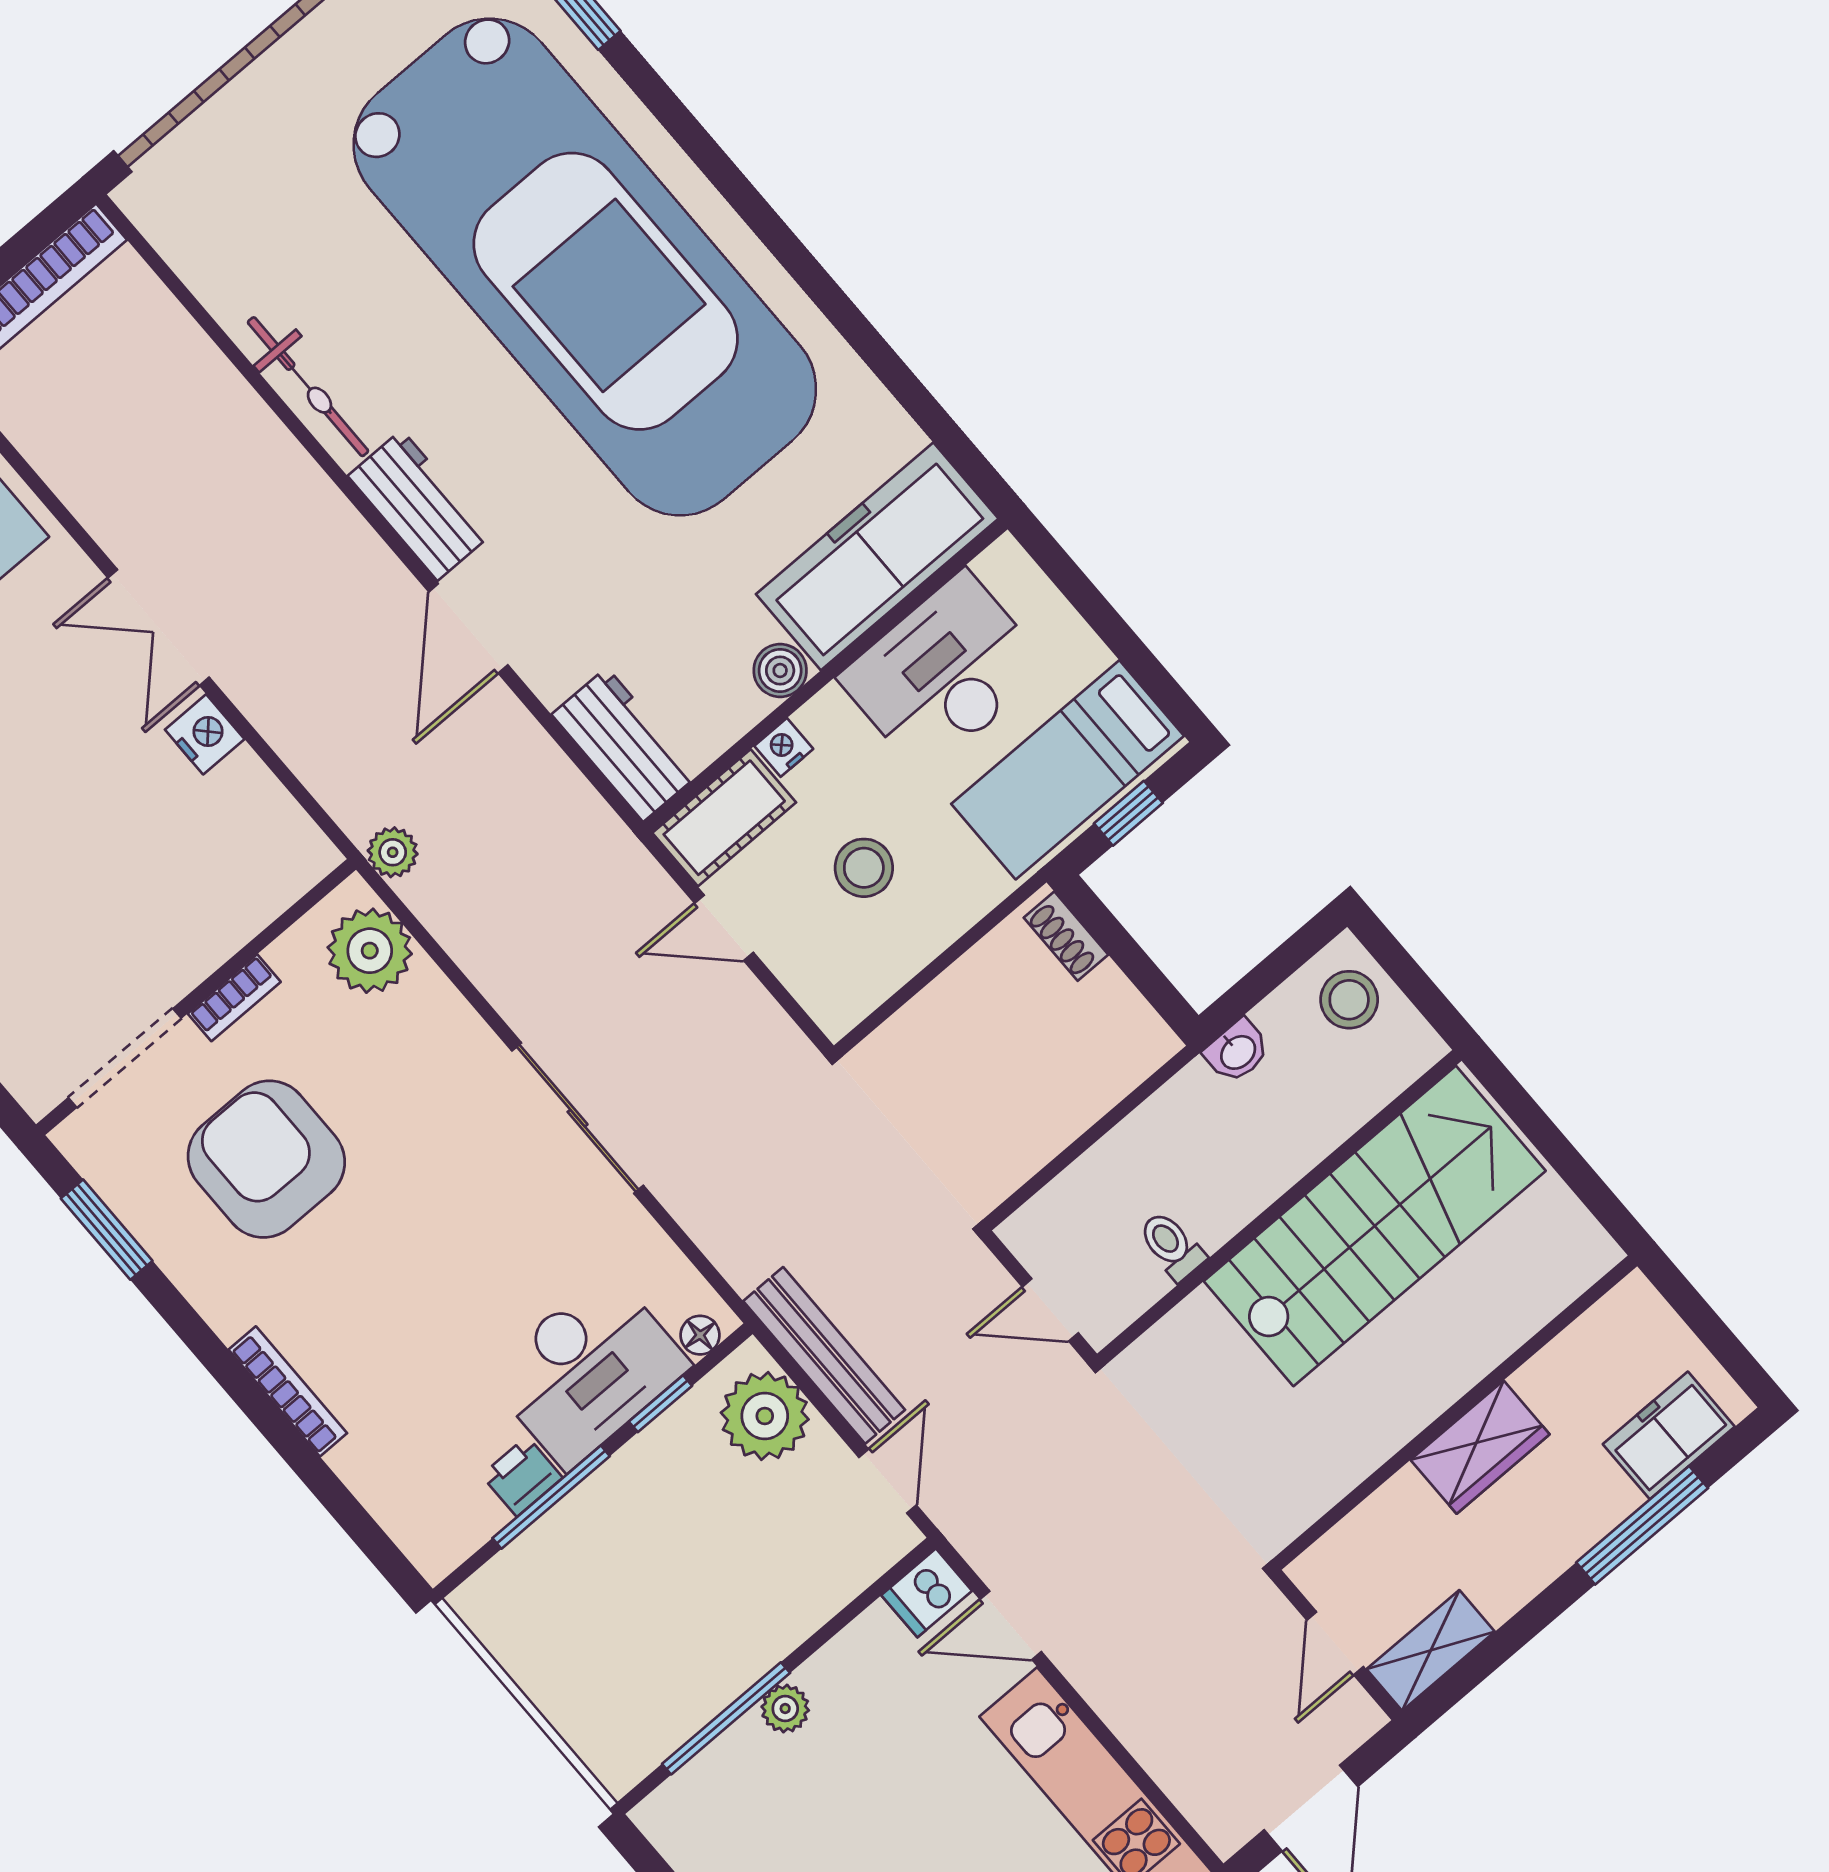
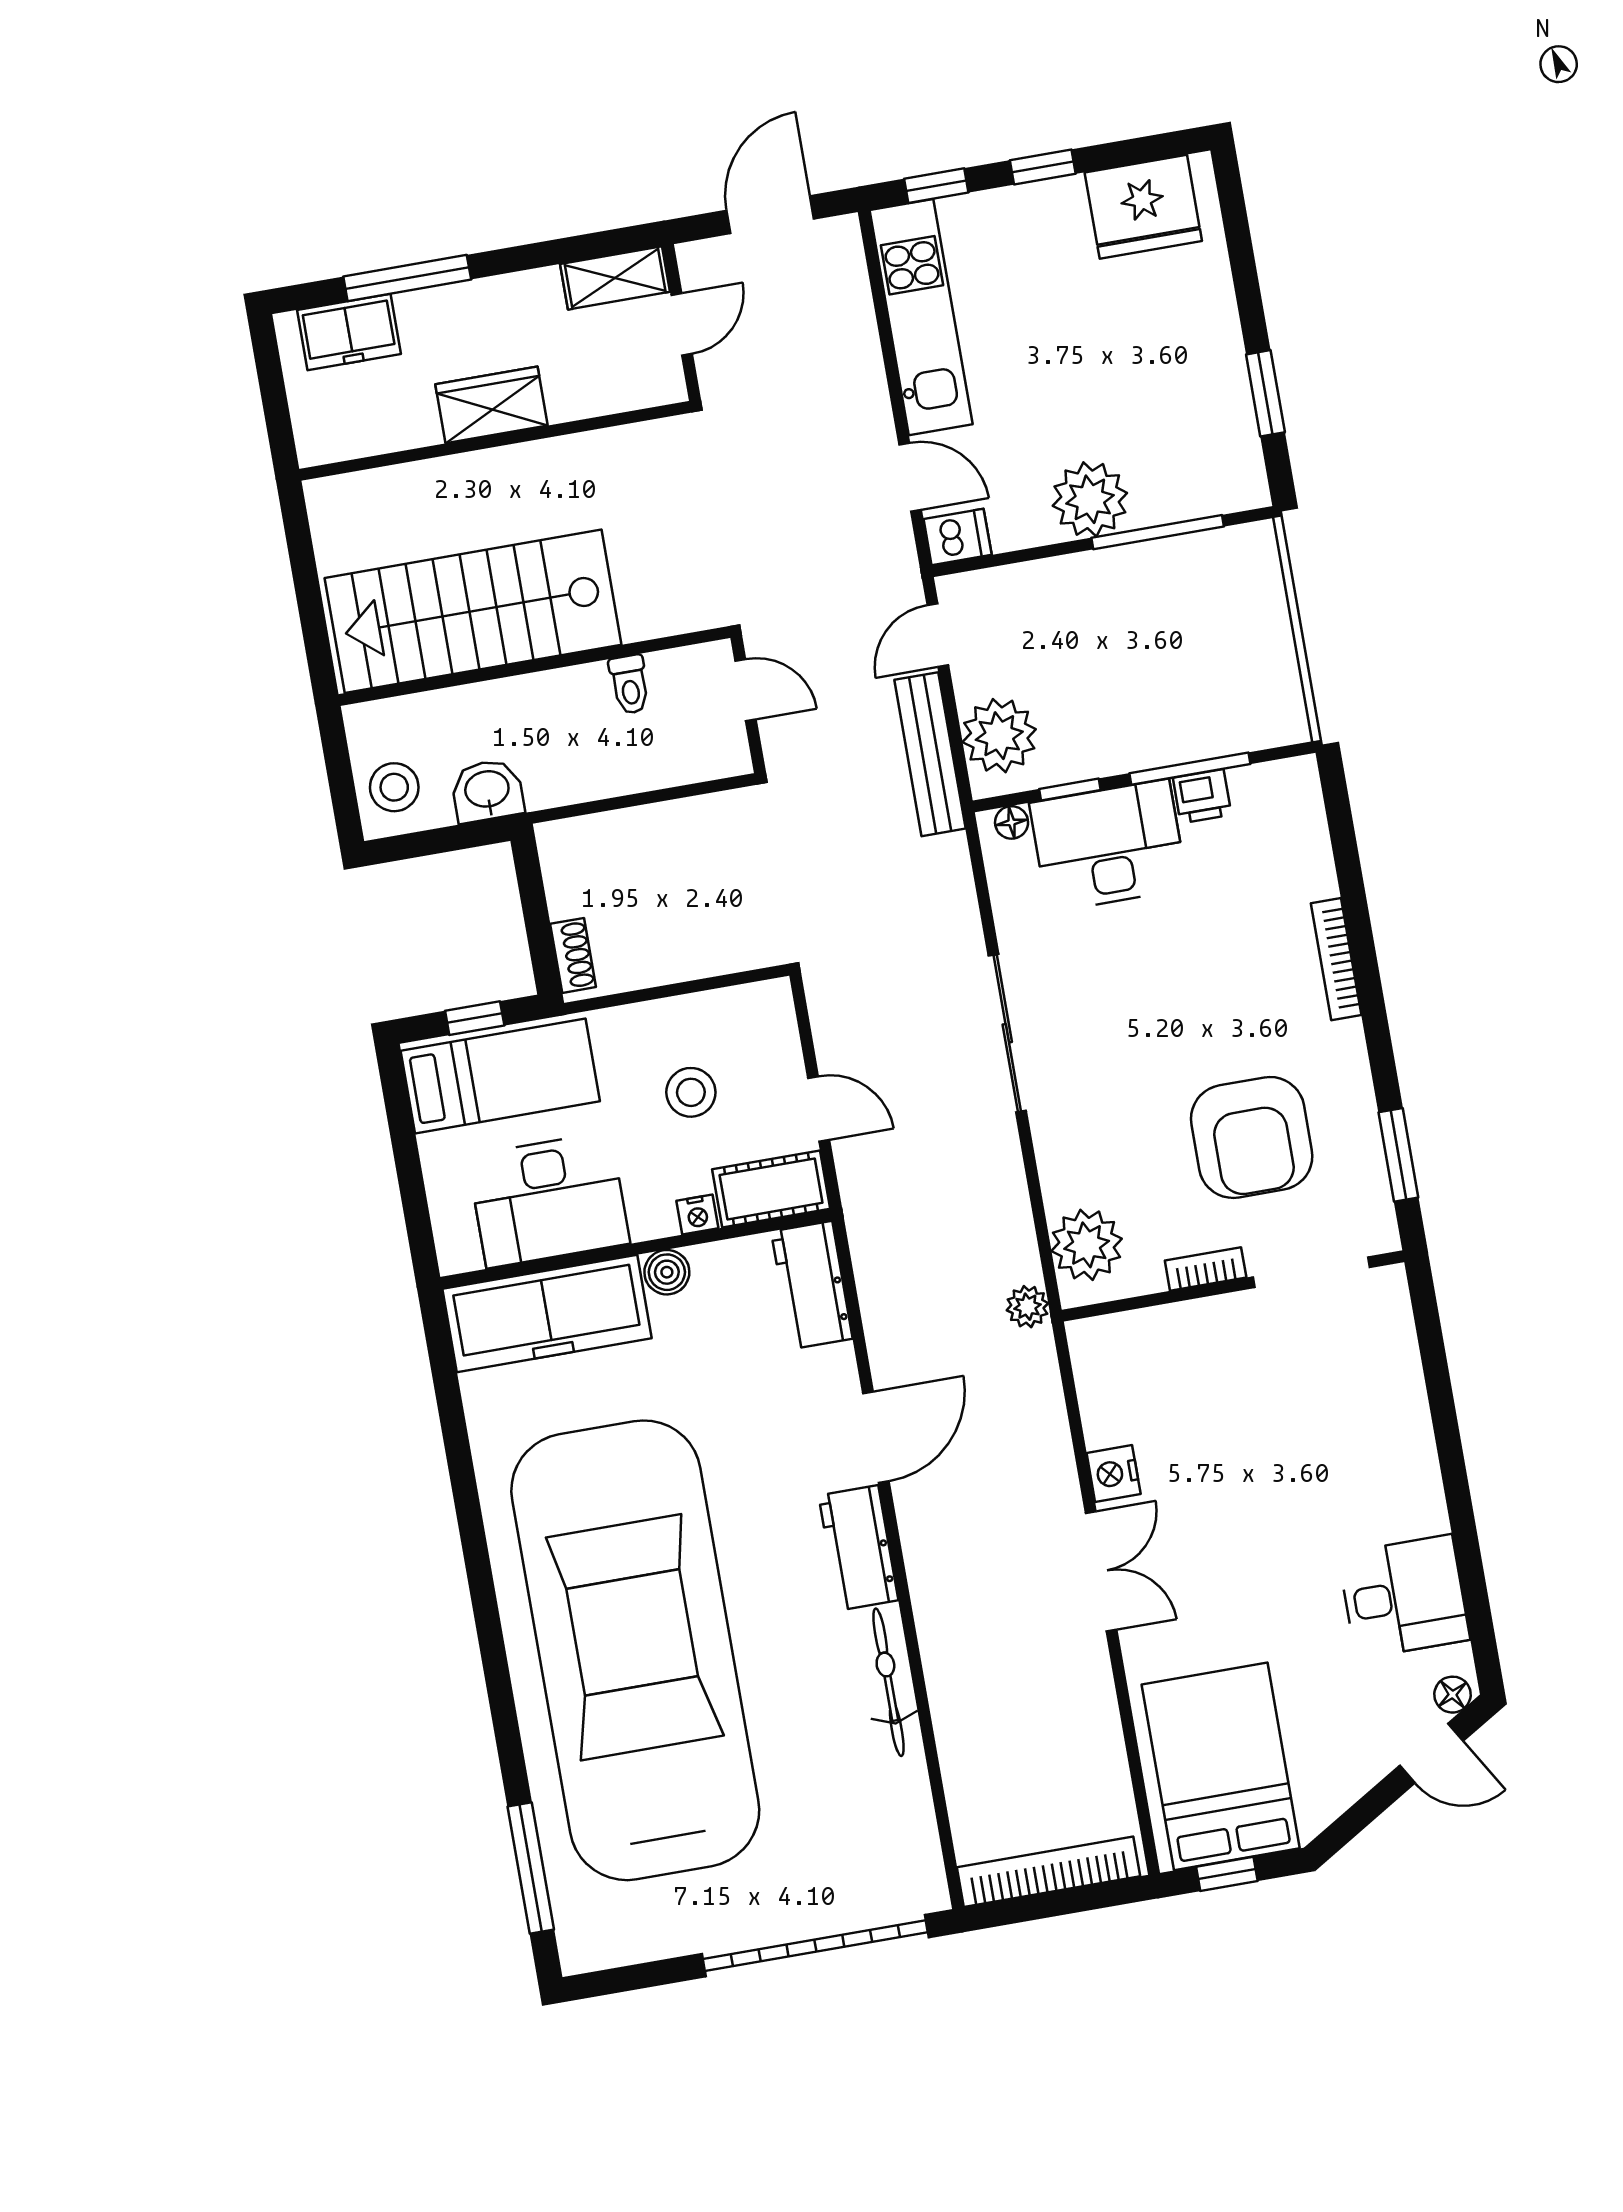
washbasin: (1237, 1051) -> (487, 791), width x1.38, depth x1.45
plant: (785, 1709) -> (1090, 499), width x1.88, depth x1.88

